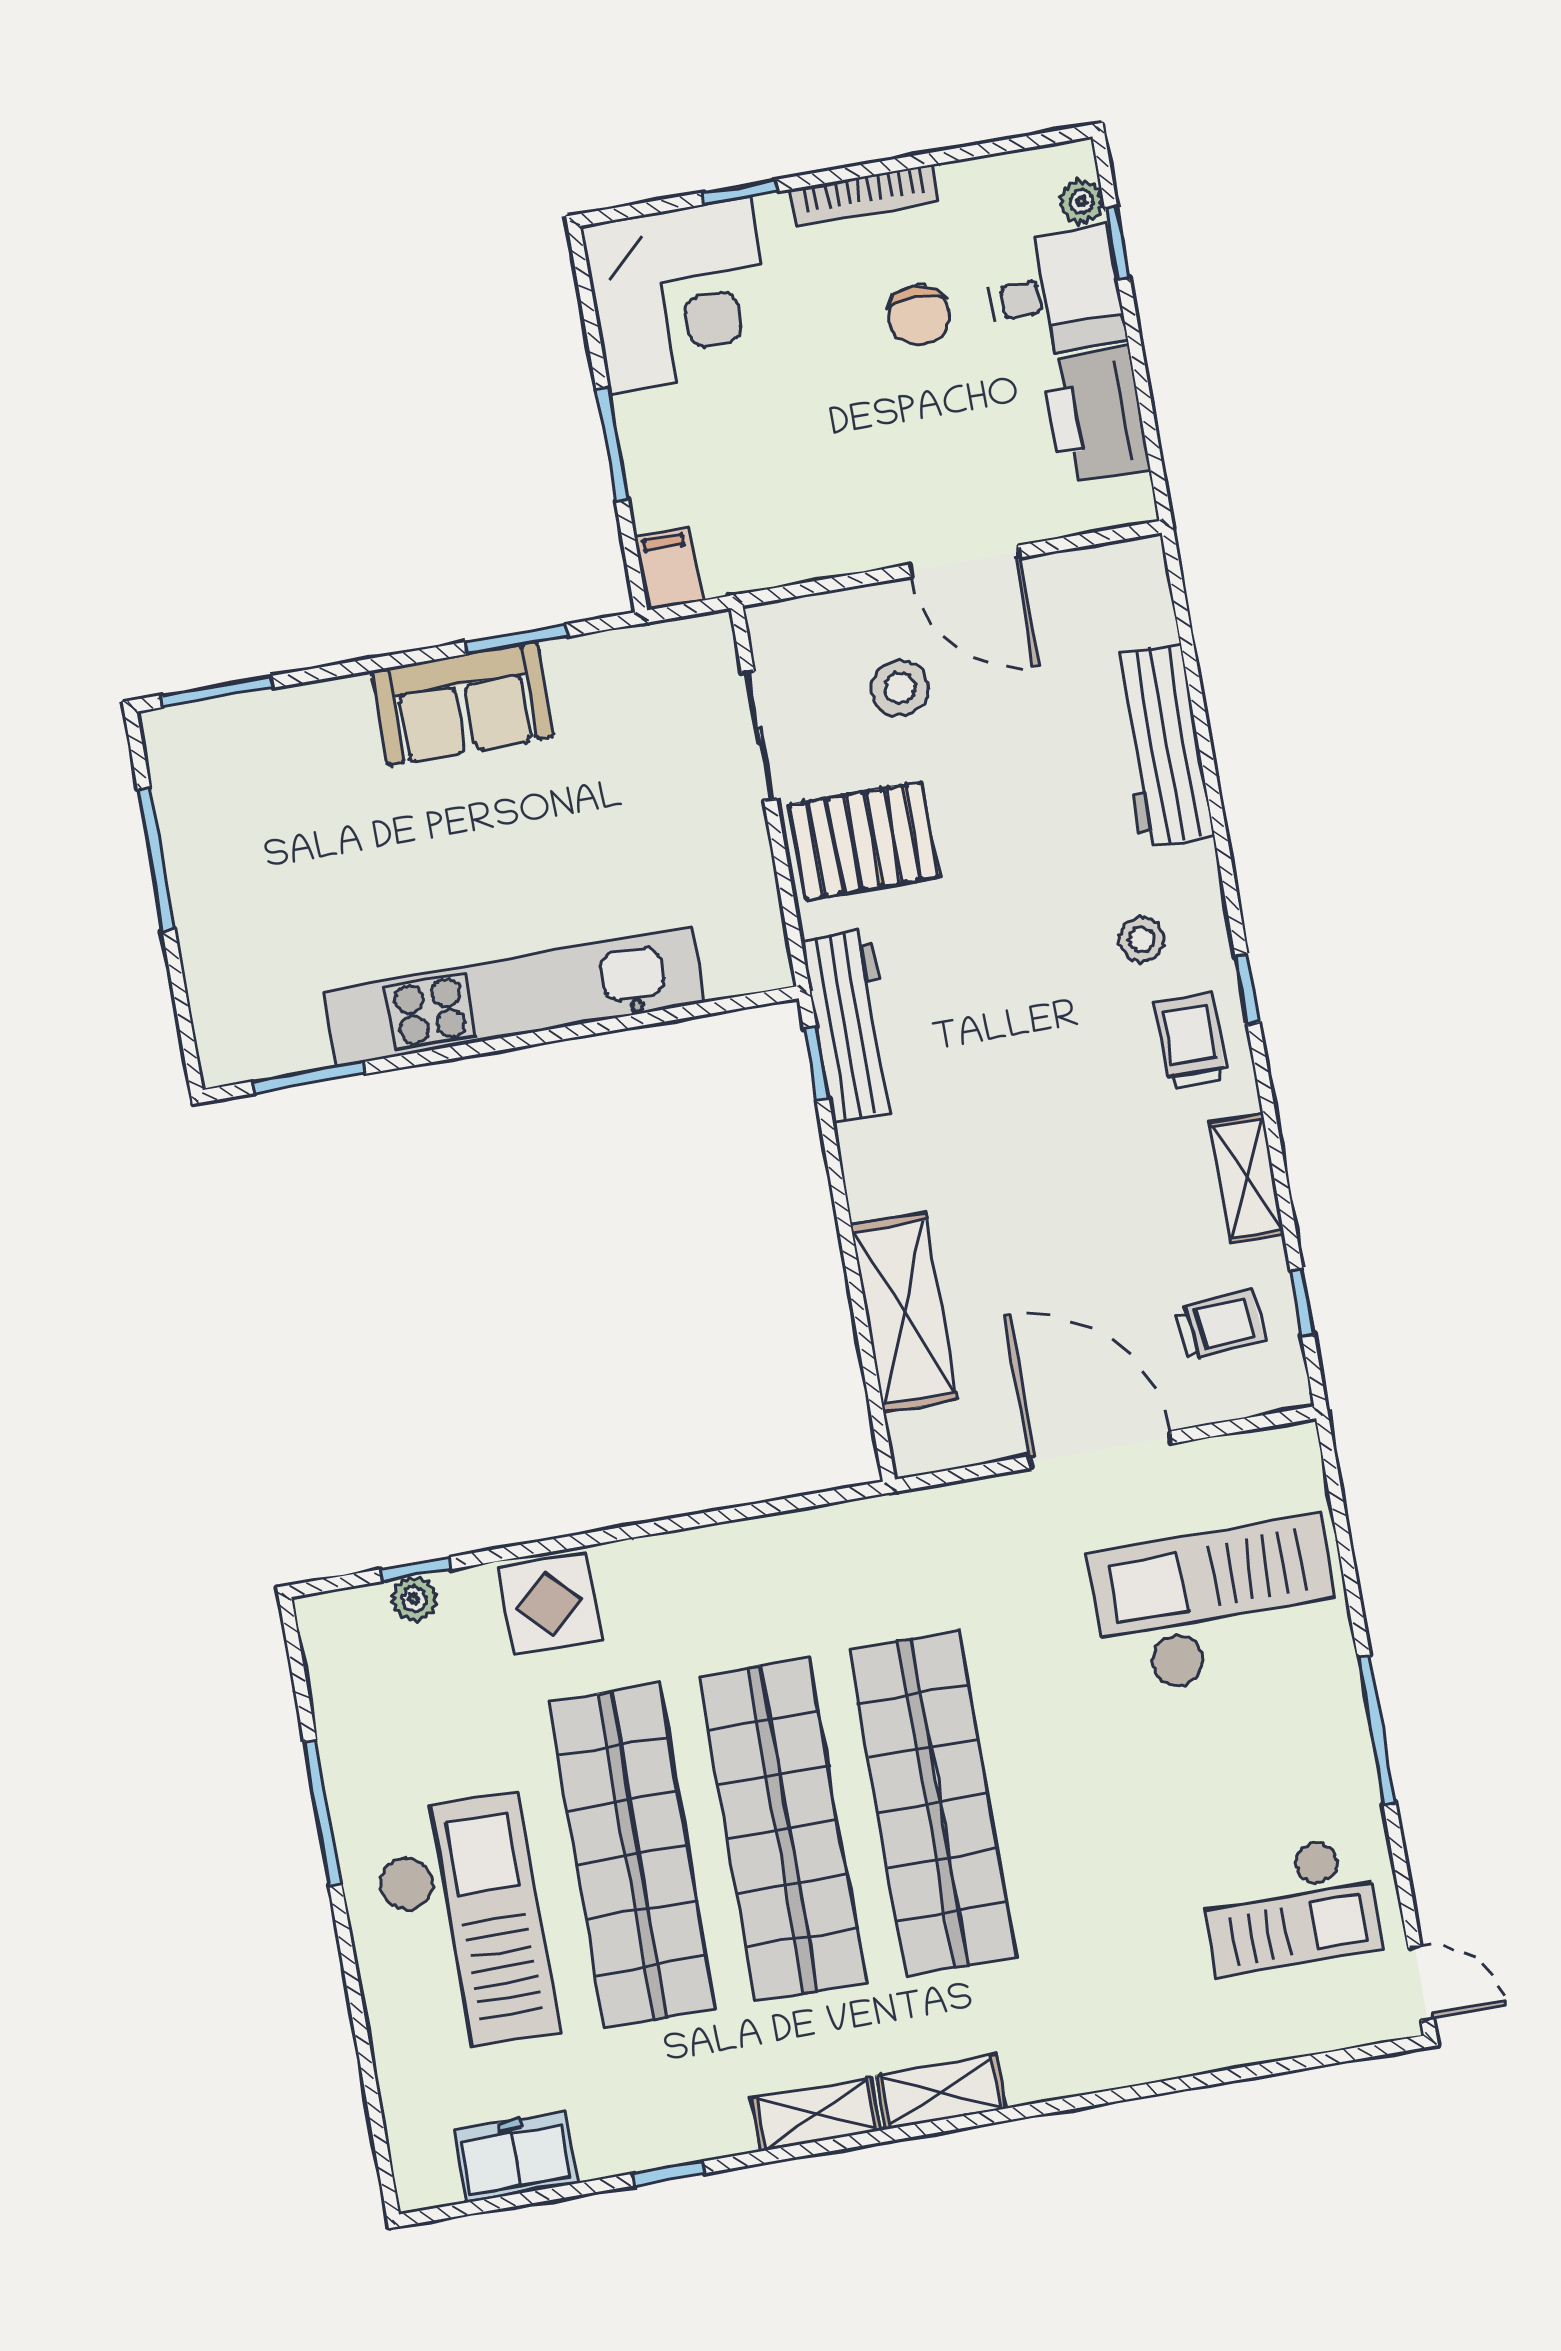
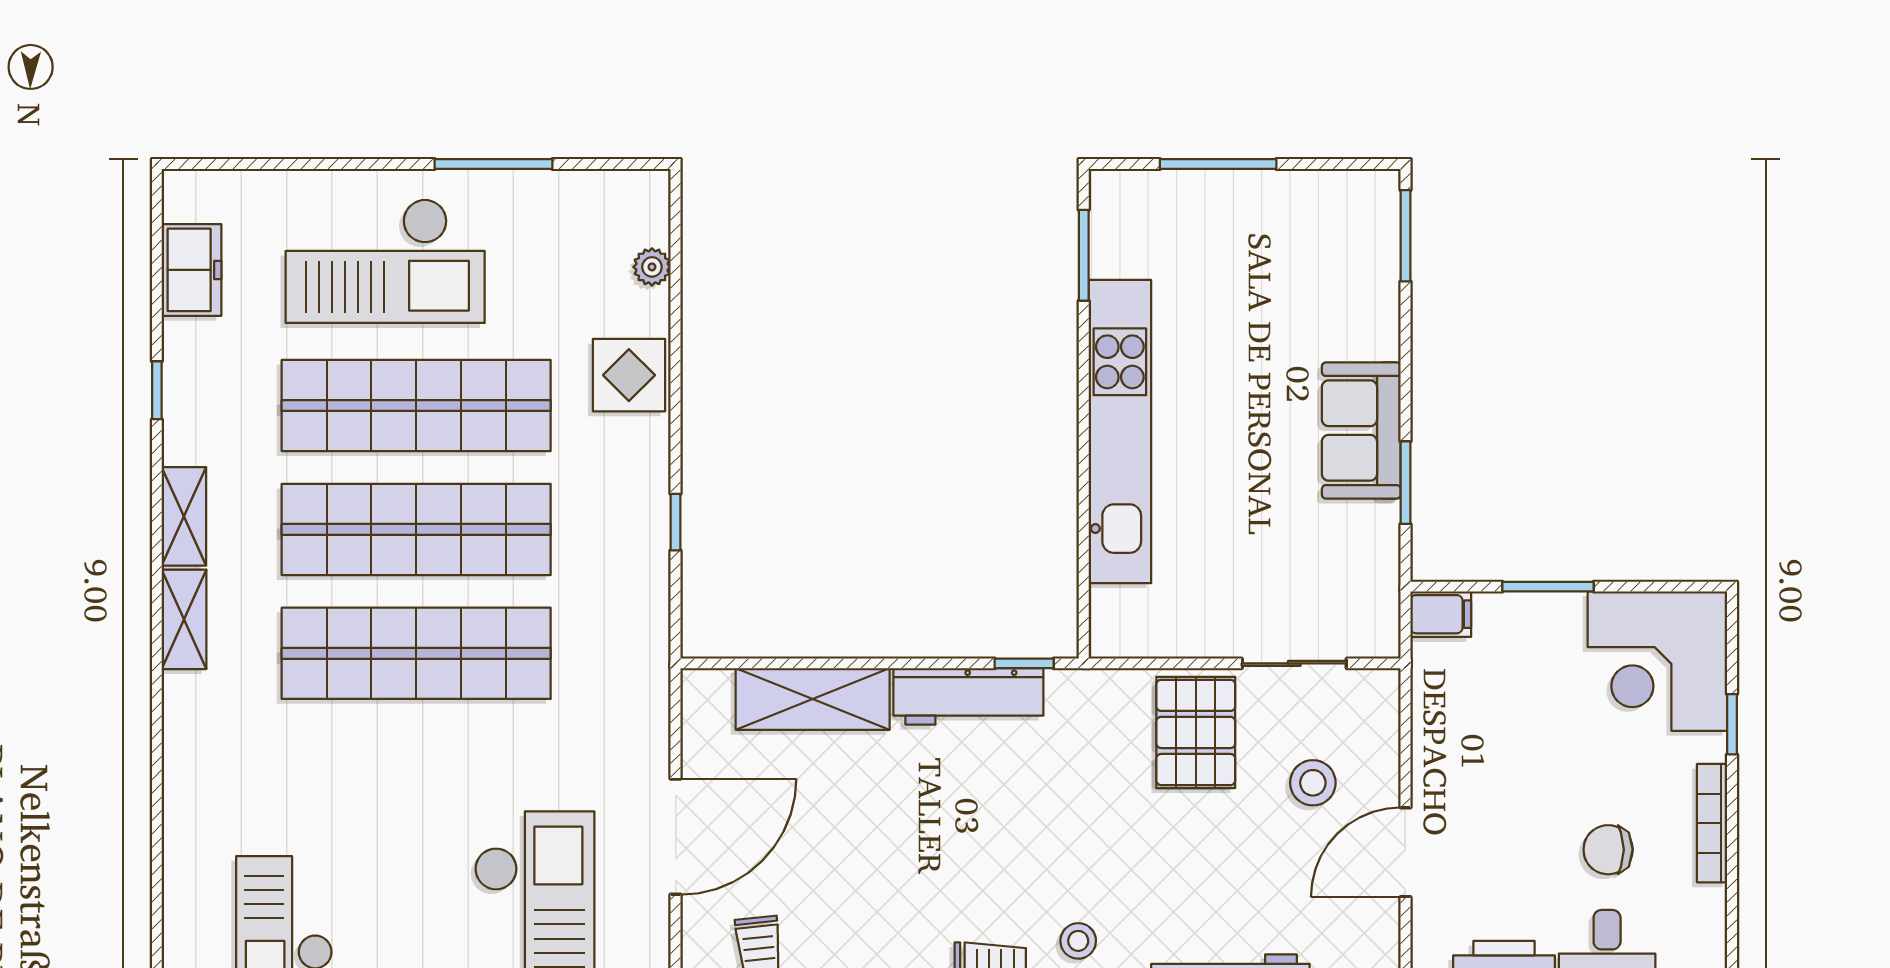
window: (156, 860) -> (1218, 164), moved
workbench: (851, 1026) -> (968, 696), moved
window: (416, 1569) -> (676, 522), moved

